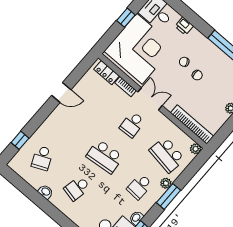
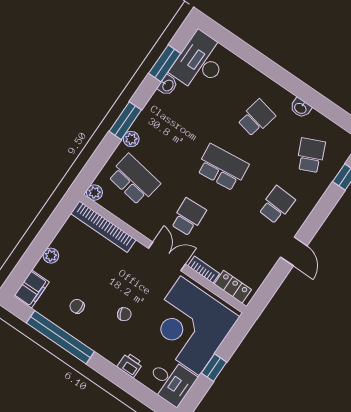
chair: (197, 75) -> (77, 306), moved
door: (61, 92) -> (294, 251), swing flipped
double door: (150, 99) -> (167, 256), swing flipped
school desk: (140, 187) -> (277, 205), moved

